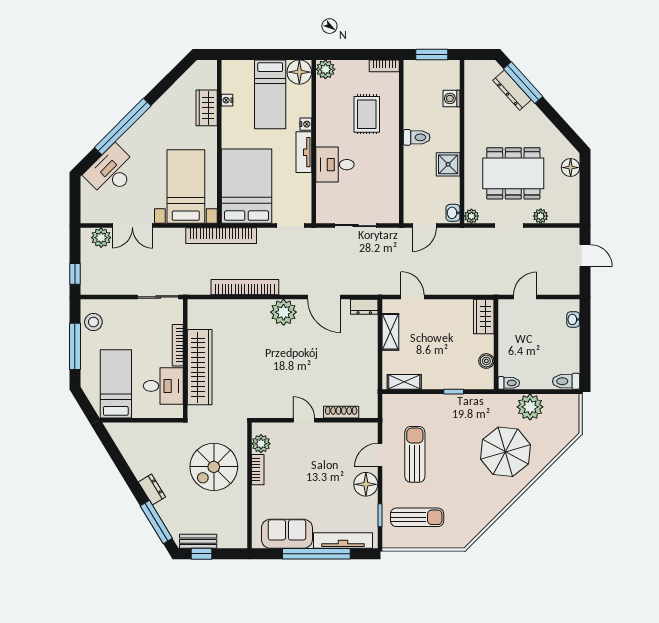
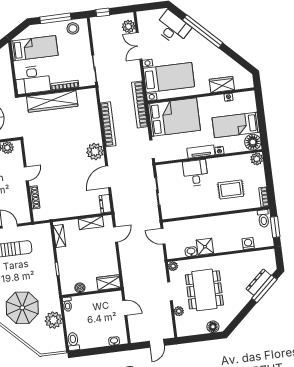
toilet: (417, 137) -> (263, 218), moved
washbasin: (453, 213) -> (191, 252), moved
desk: (163, 386) -> (33, 80), width x1.37

